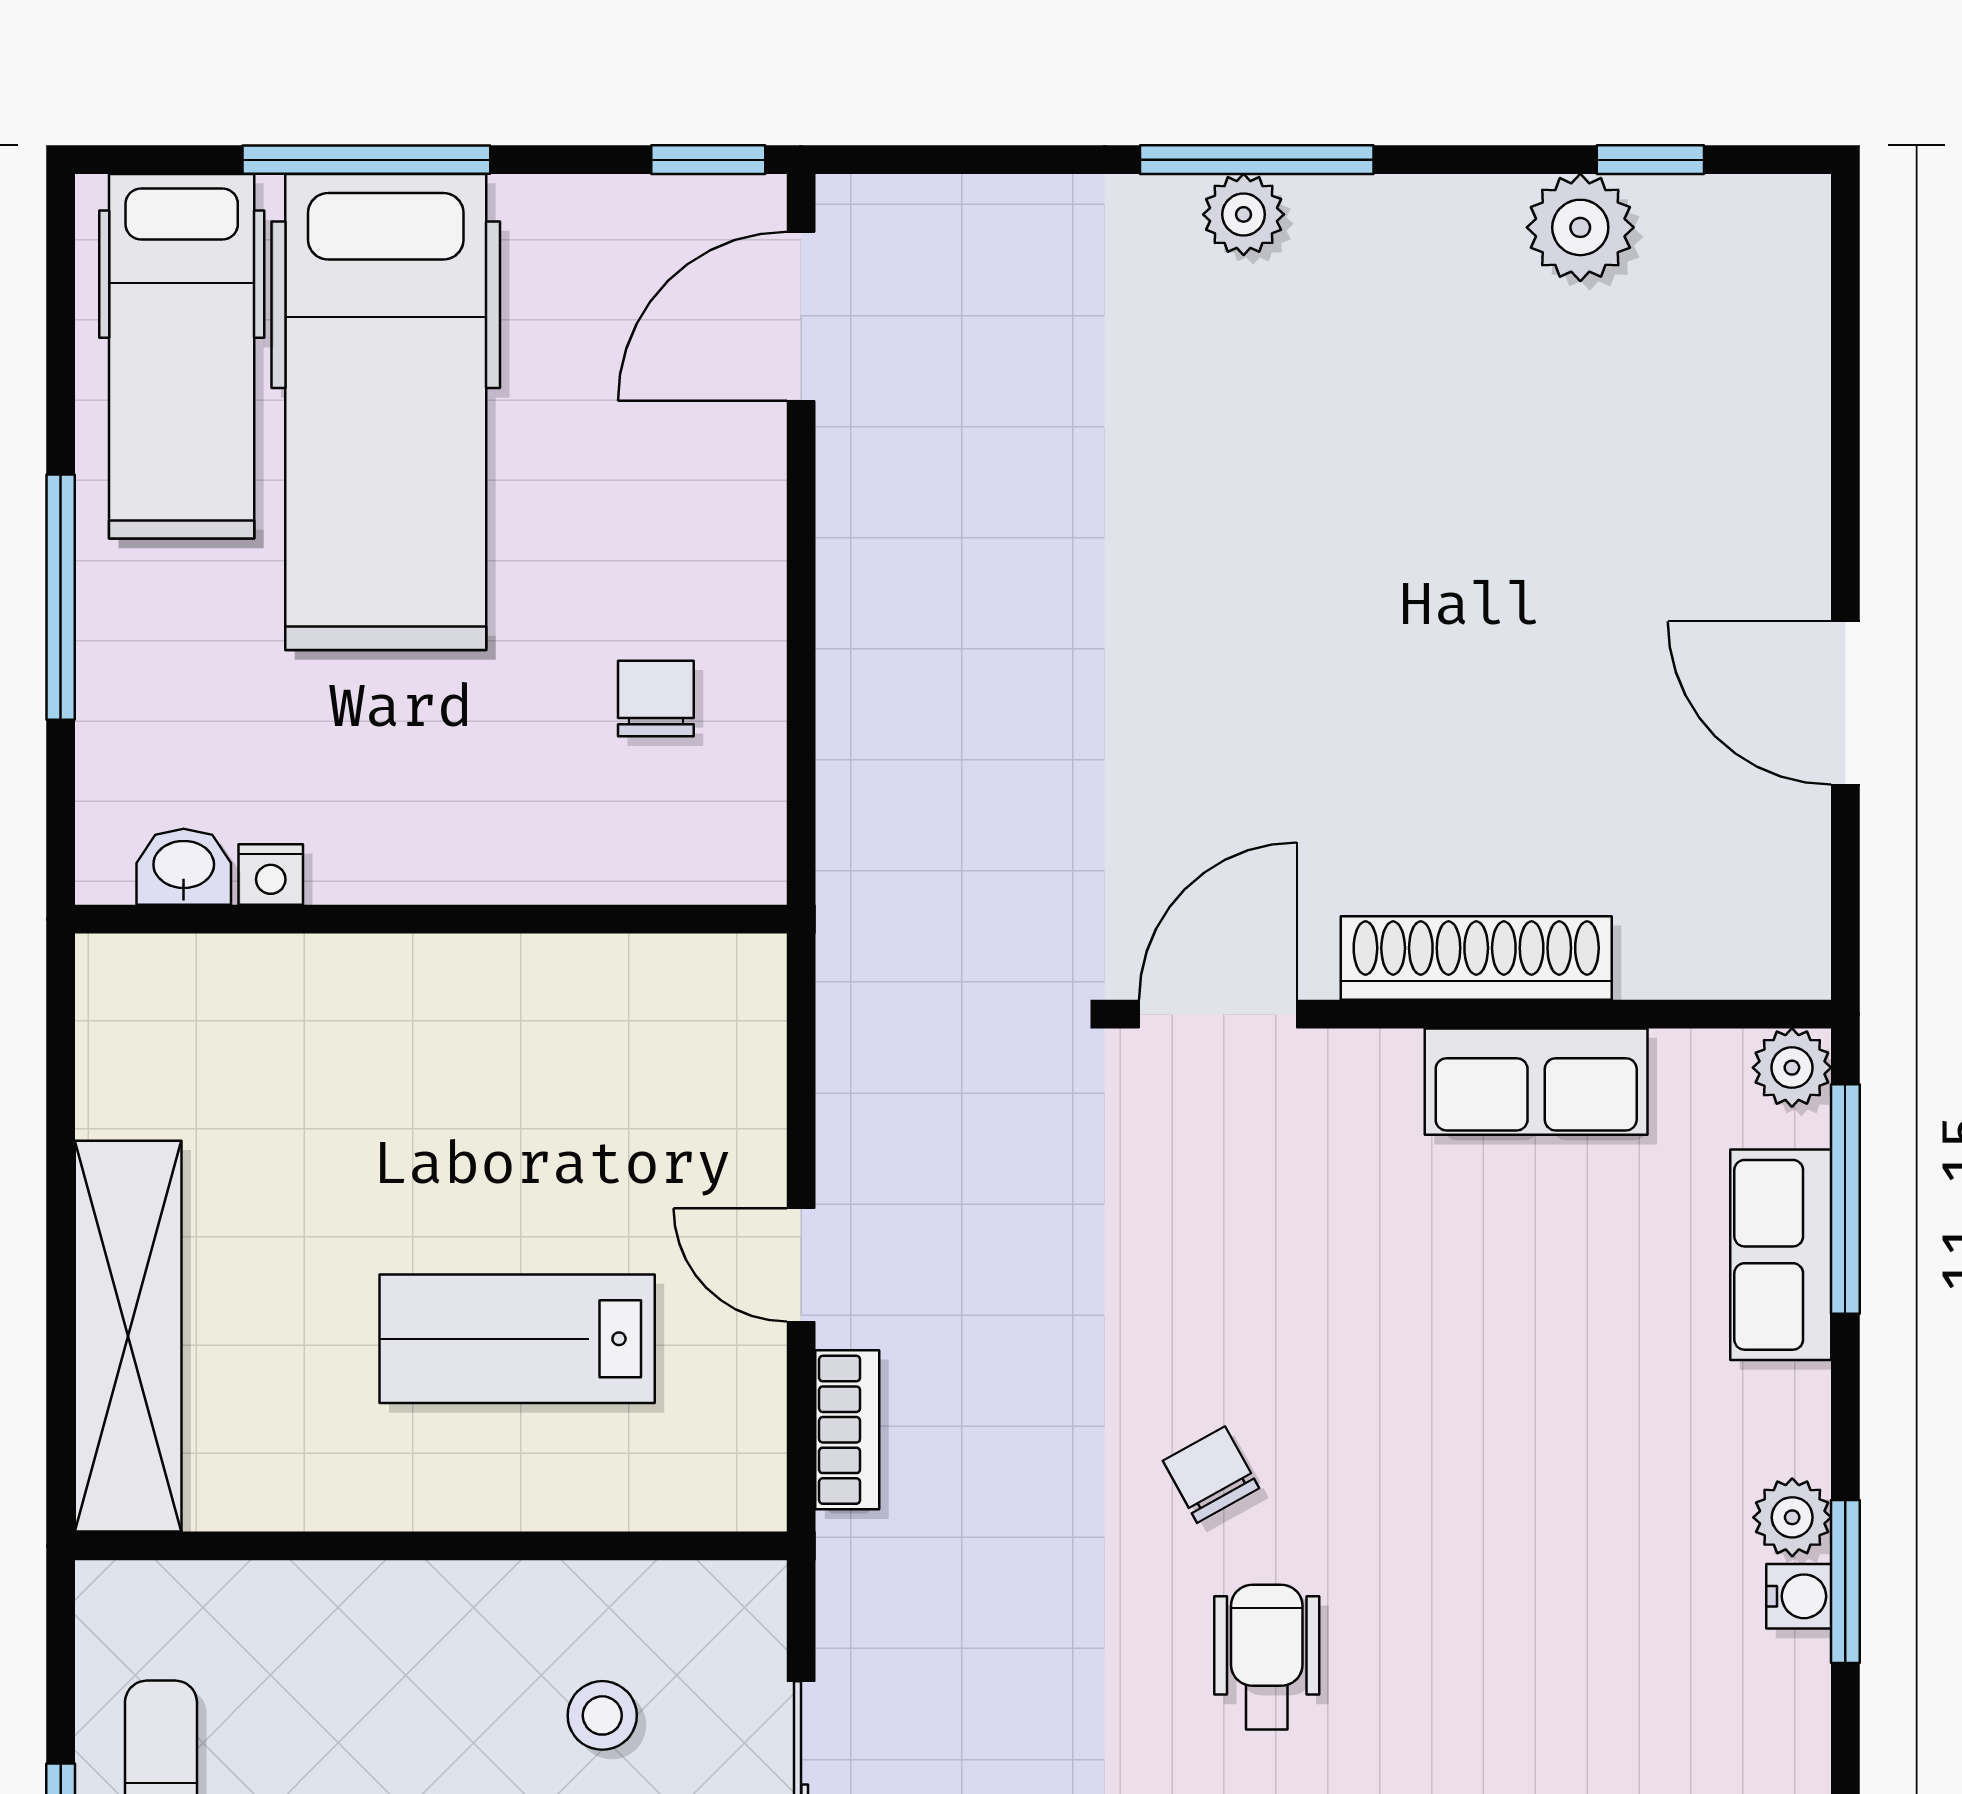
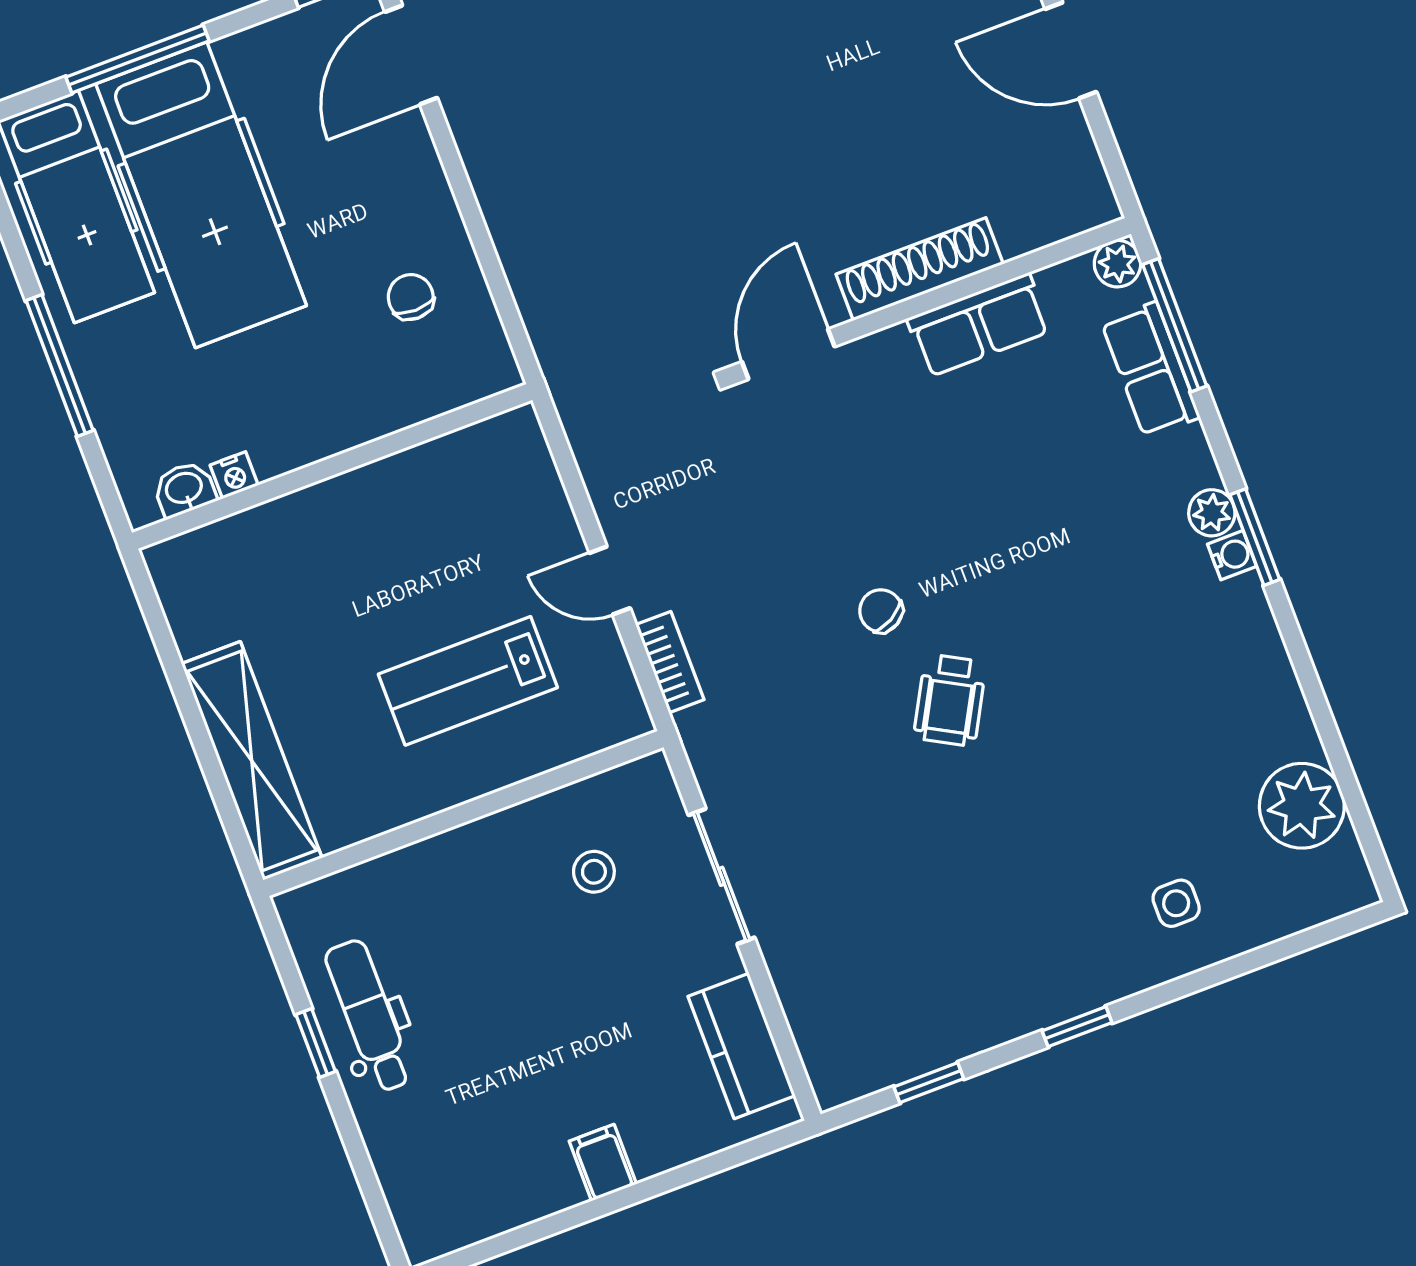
wheelchair: (1267, 1657) -> (950, 700), turned -151

